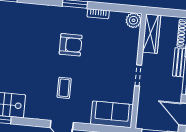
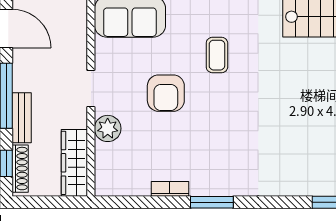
plant: (134, 20) -> (108, 128), moved
armchair: (71, 45) -> (166, 93), moved, turned -90

